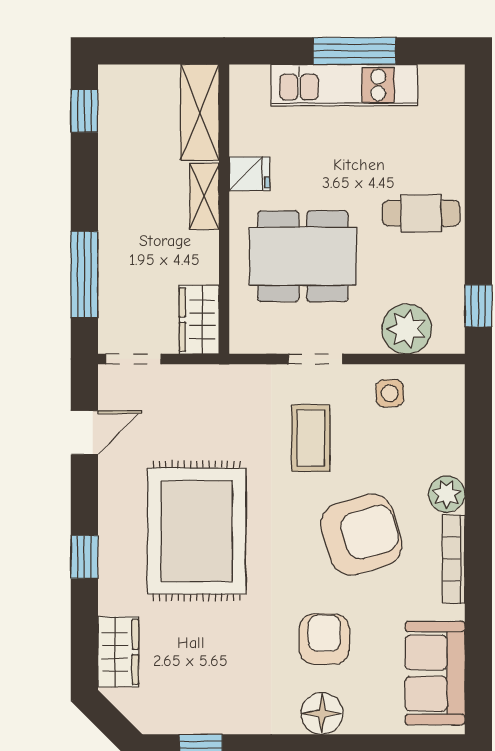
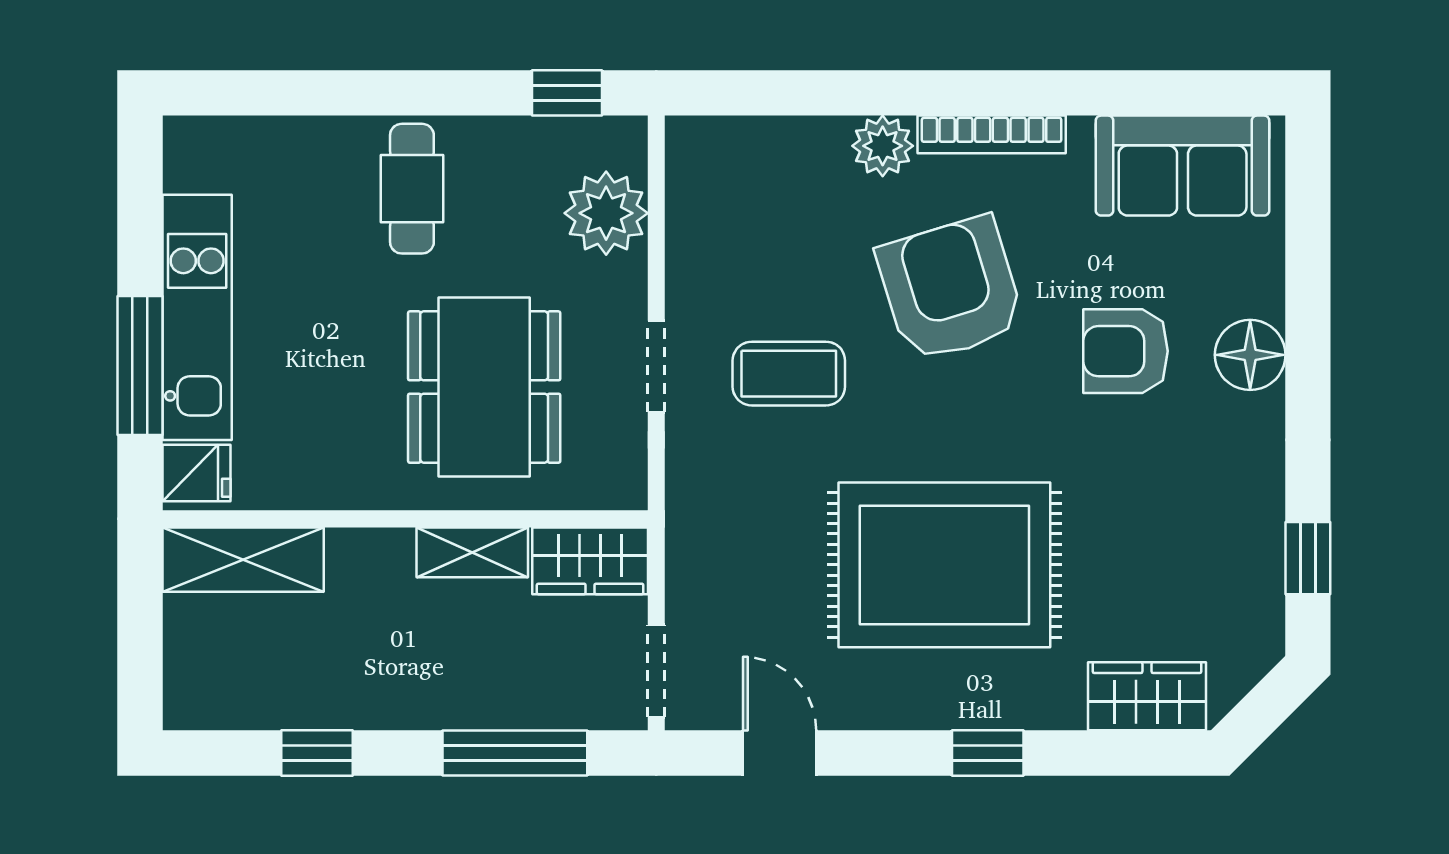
window: (355, 51) -> (140, 366), moved
window: (84, 111) -> (317, 753), moved
fridge: (249, 174) -> (196, 473), moved, turned 90
shelving: (204, 196) -> (472, 552), moved
side table: (390, 393) -> (714, 241), removed

